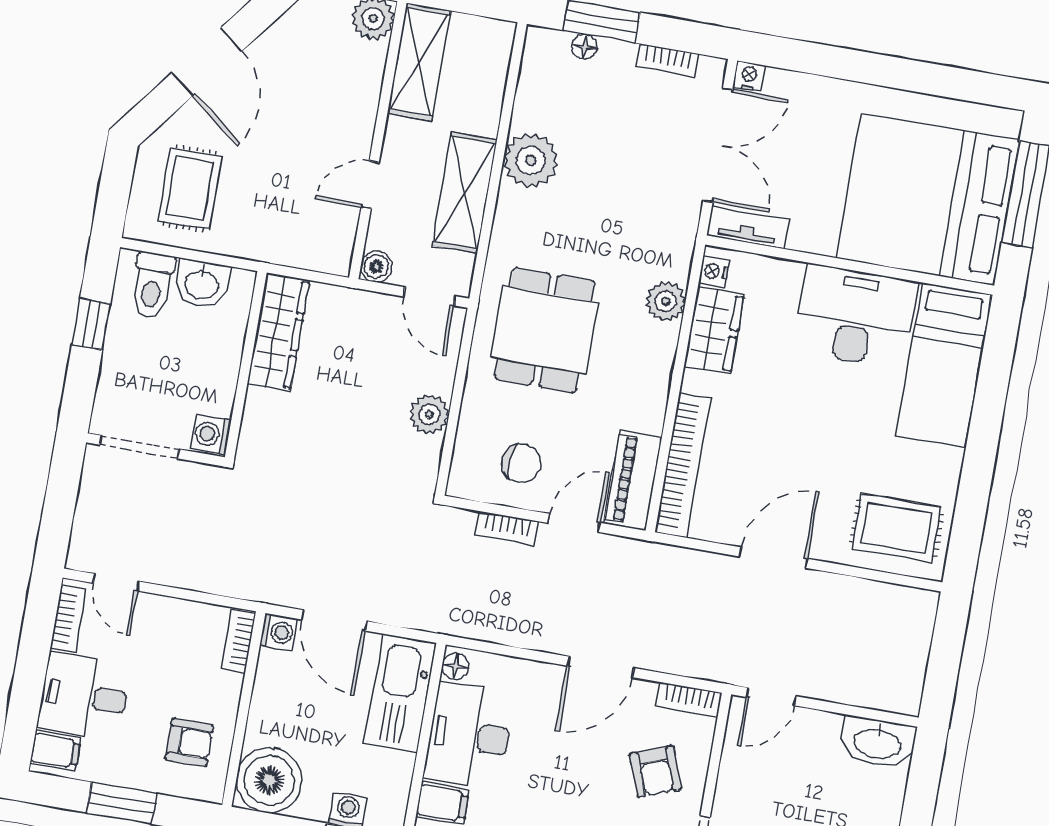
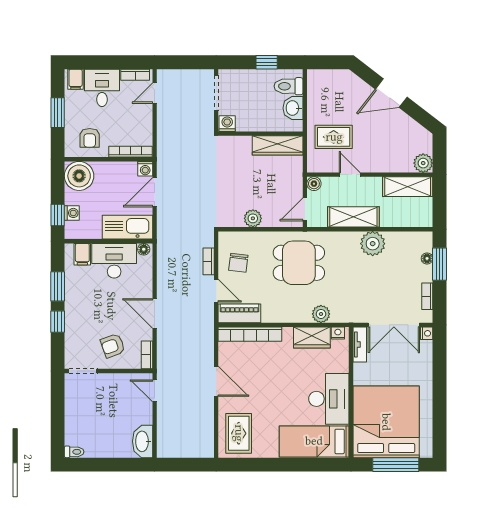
rug: (190, 188) -> (334, 137), moved
bookcase: (239, 641) -> (130, 152), width x1.56

